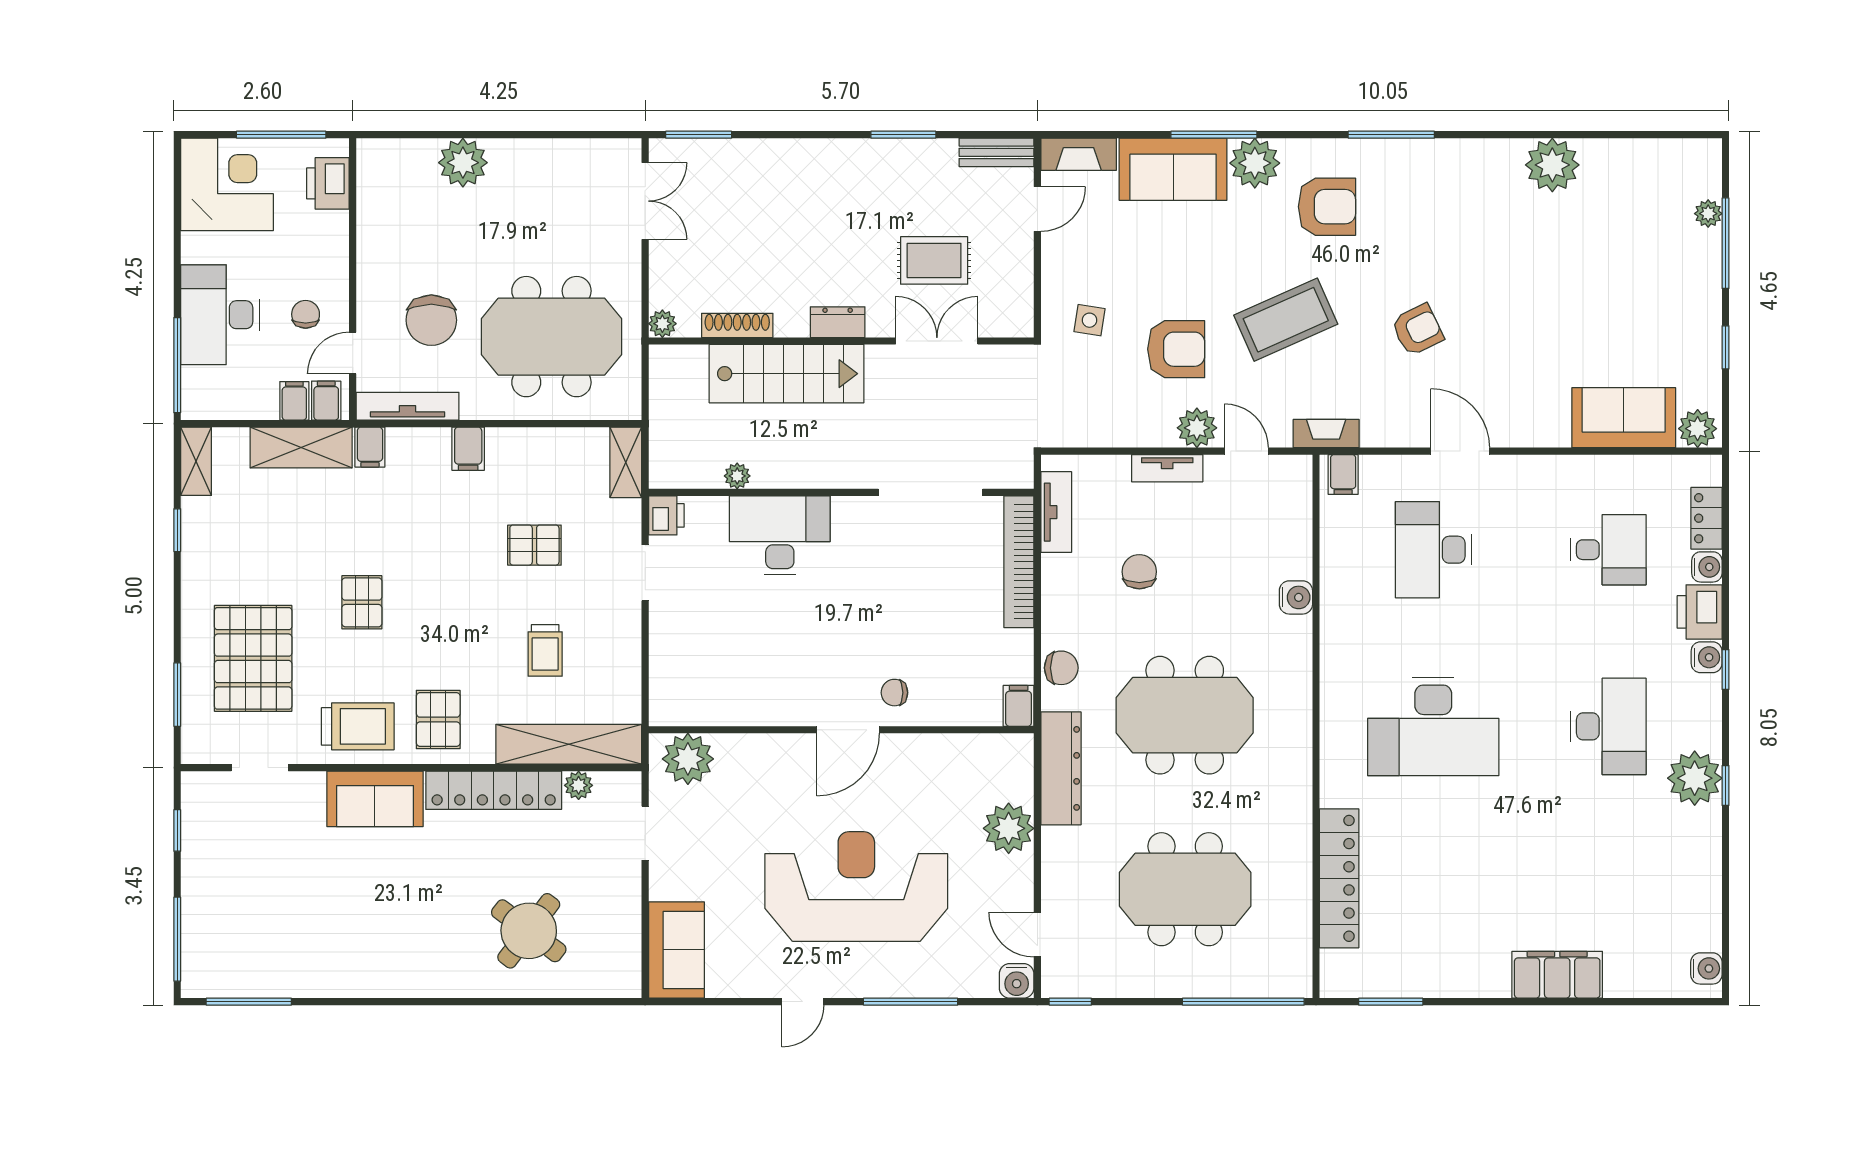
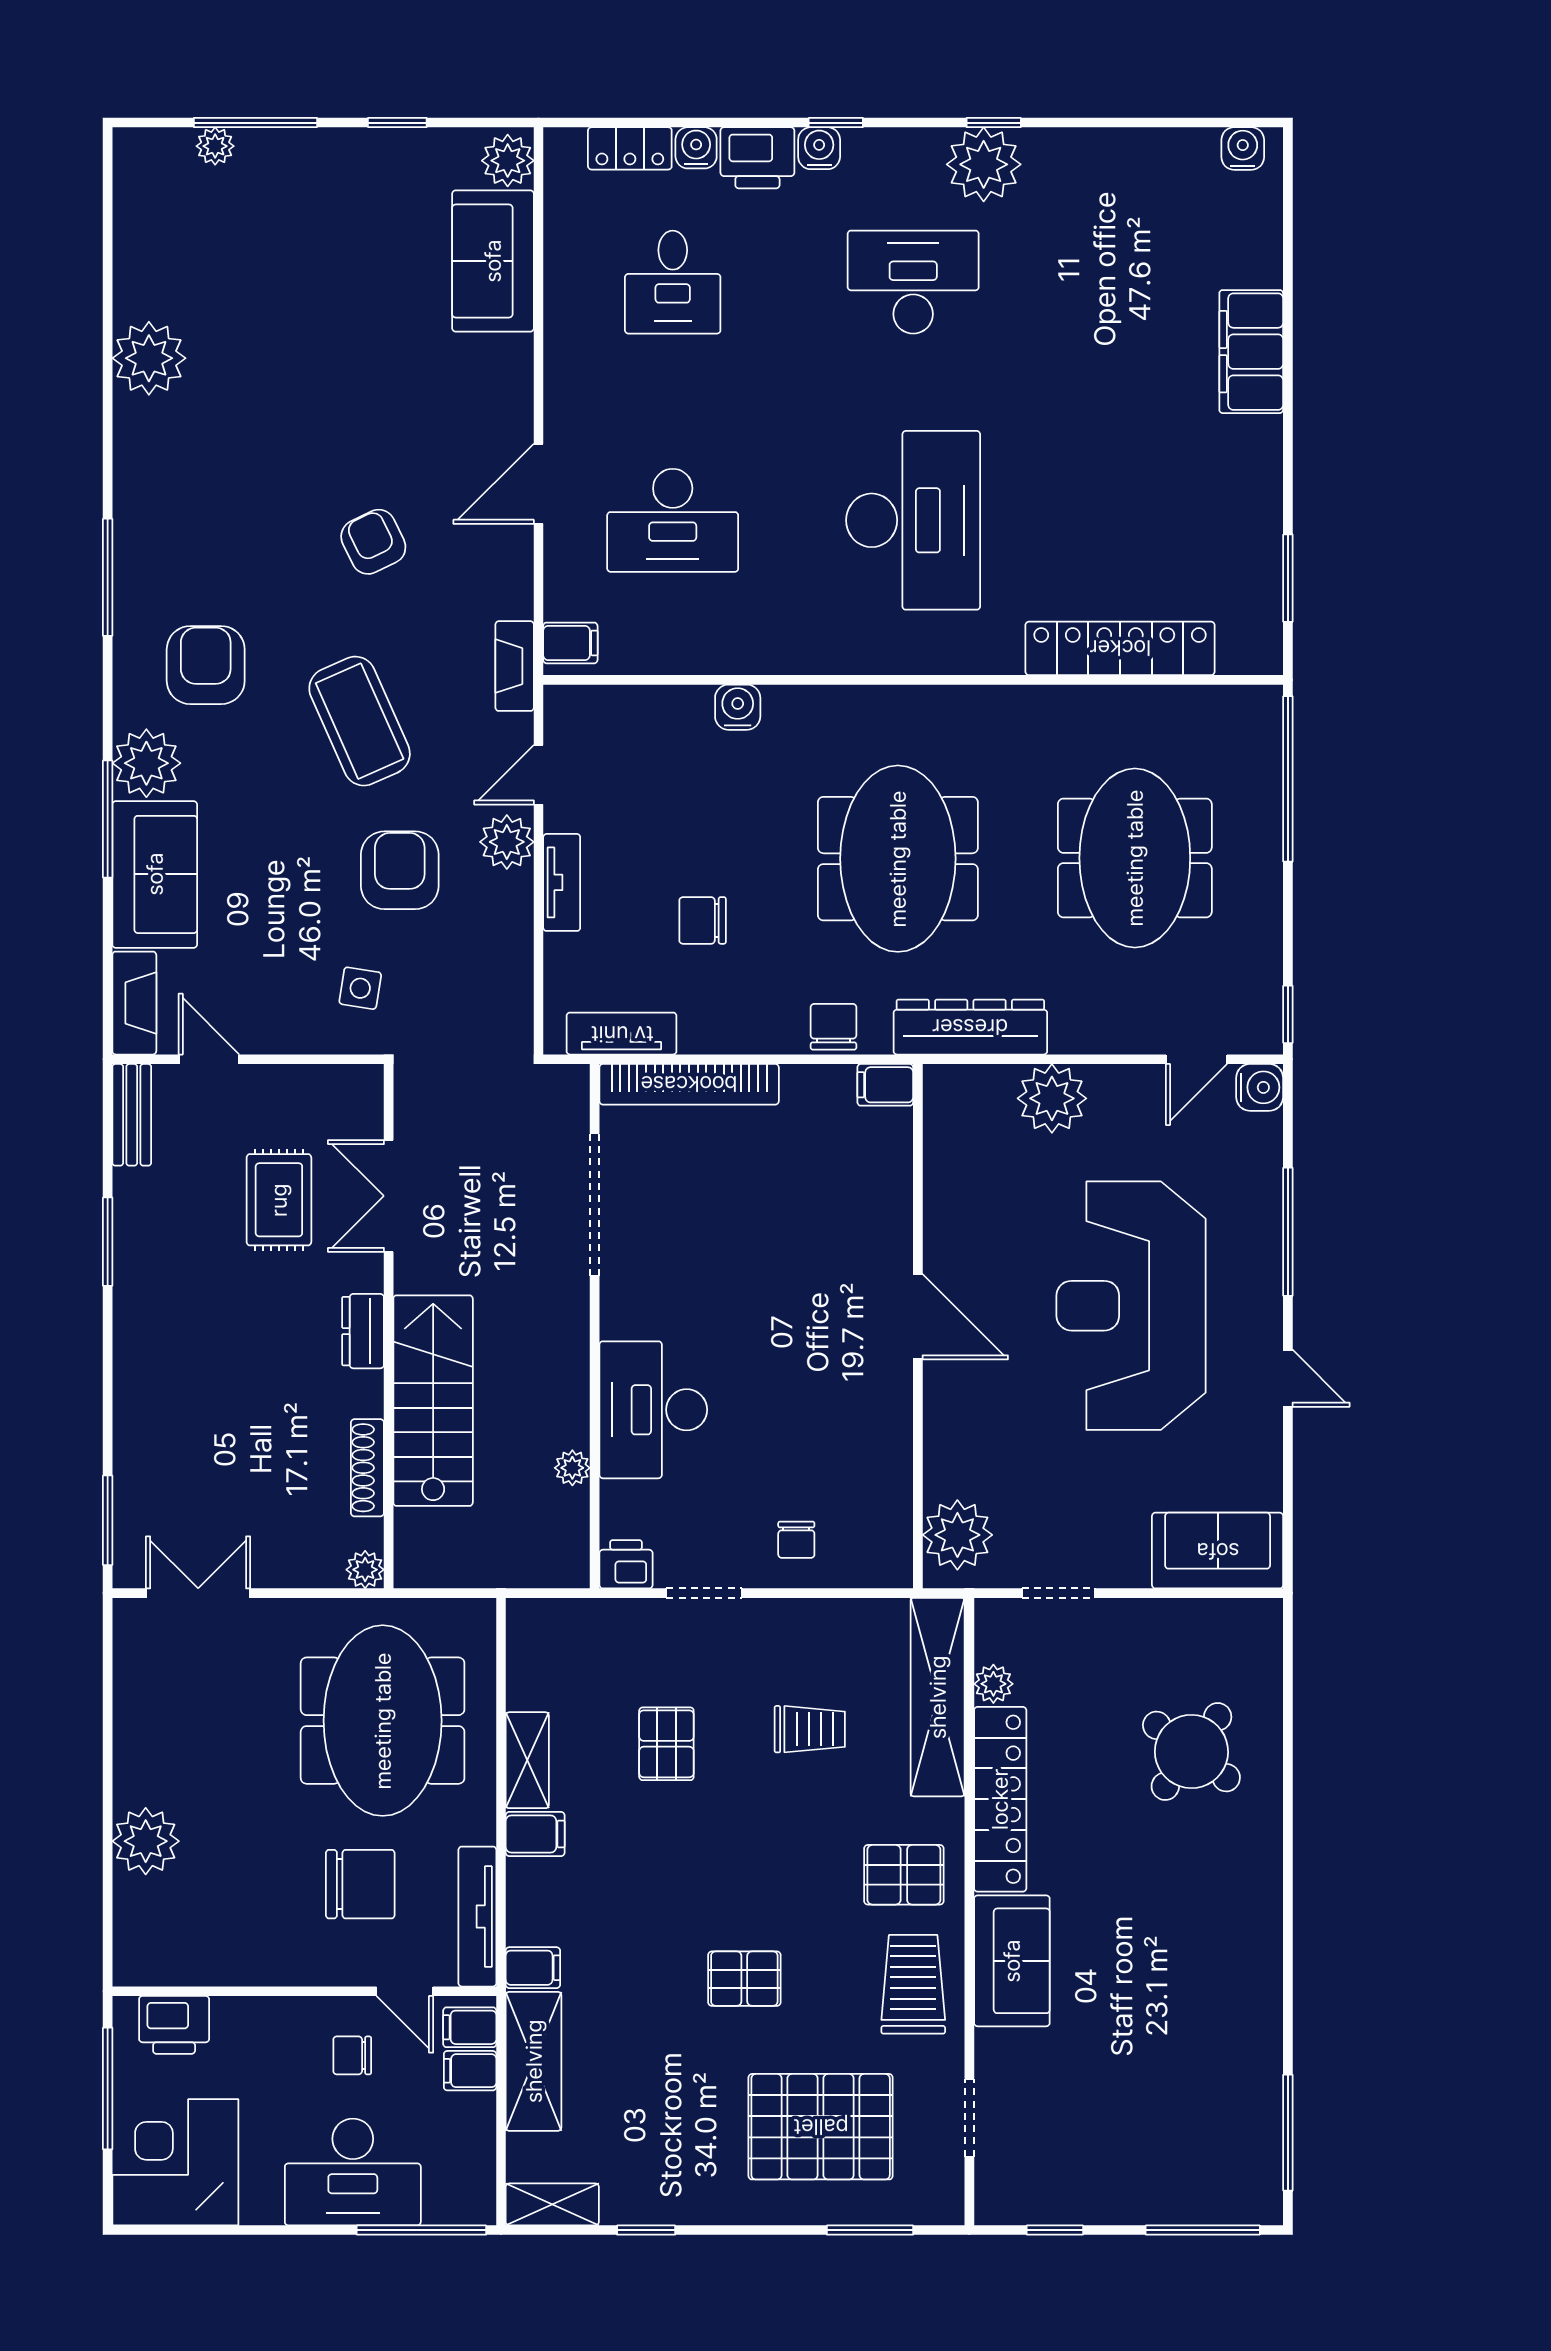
shelving: (626, 462) -> (527, 1760), moved, turned 90
desk: (1608, 550) -> (673, 282), turned 180
chair: (894, 693) -> (796, 1540), moved

